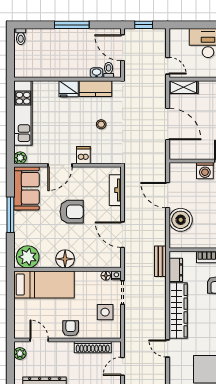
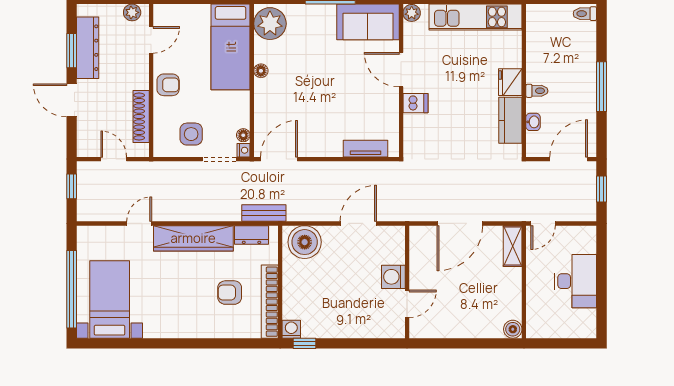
toilet: (109, 70) -> (537, 91), moved
stool: (101, 124) -> (459, 128), removed
armchair: (72, 212) -> (335, 86), removed
boiler: (181, 220) -> (305, 242), moved
door: (123, 235) -> (279, 159), moved
floor lamp: (65, 259) -> (261, 71), width x0.53, depth x0.53

